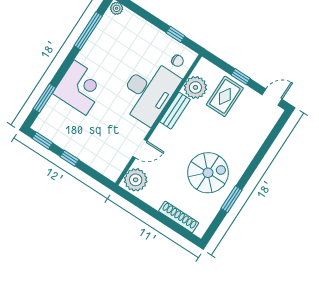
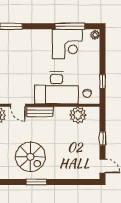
corner desk: (80, 88) -> (67, 44), moved
rug: (225, 96) -> (84, 137), removed
bench: (175, 111) -> (40, 112), moved
window: (232, 199) -> (36, 182), moved

